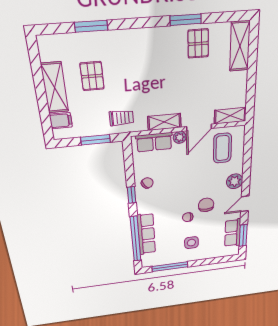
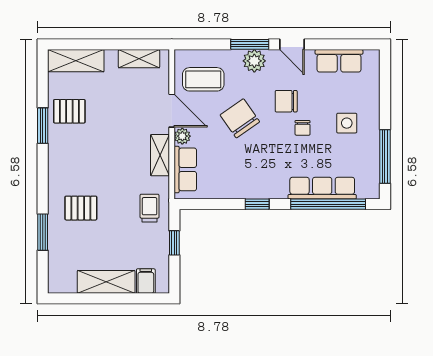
pallet: (92, 76) -> (81, 208), moved
shelving: (230, 116) -> (139, 59), moved, turned 90
window: (96, 140) -> (174, 243), width x0.67
chair: (147, 183) -> (240, 118), moved, width x1.87, depth x1.87
window: (243, 235) -> (250, 44), moved

